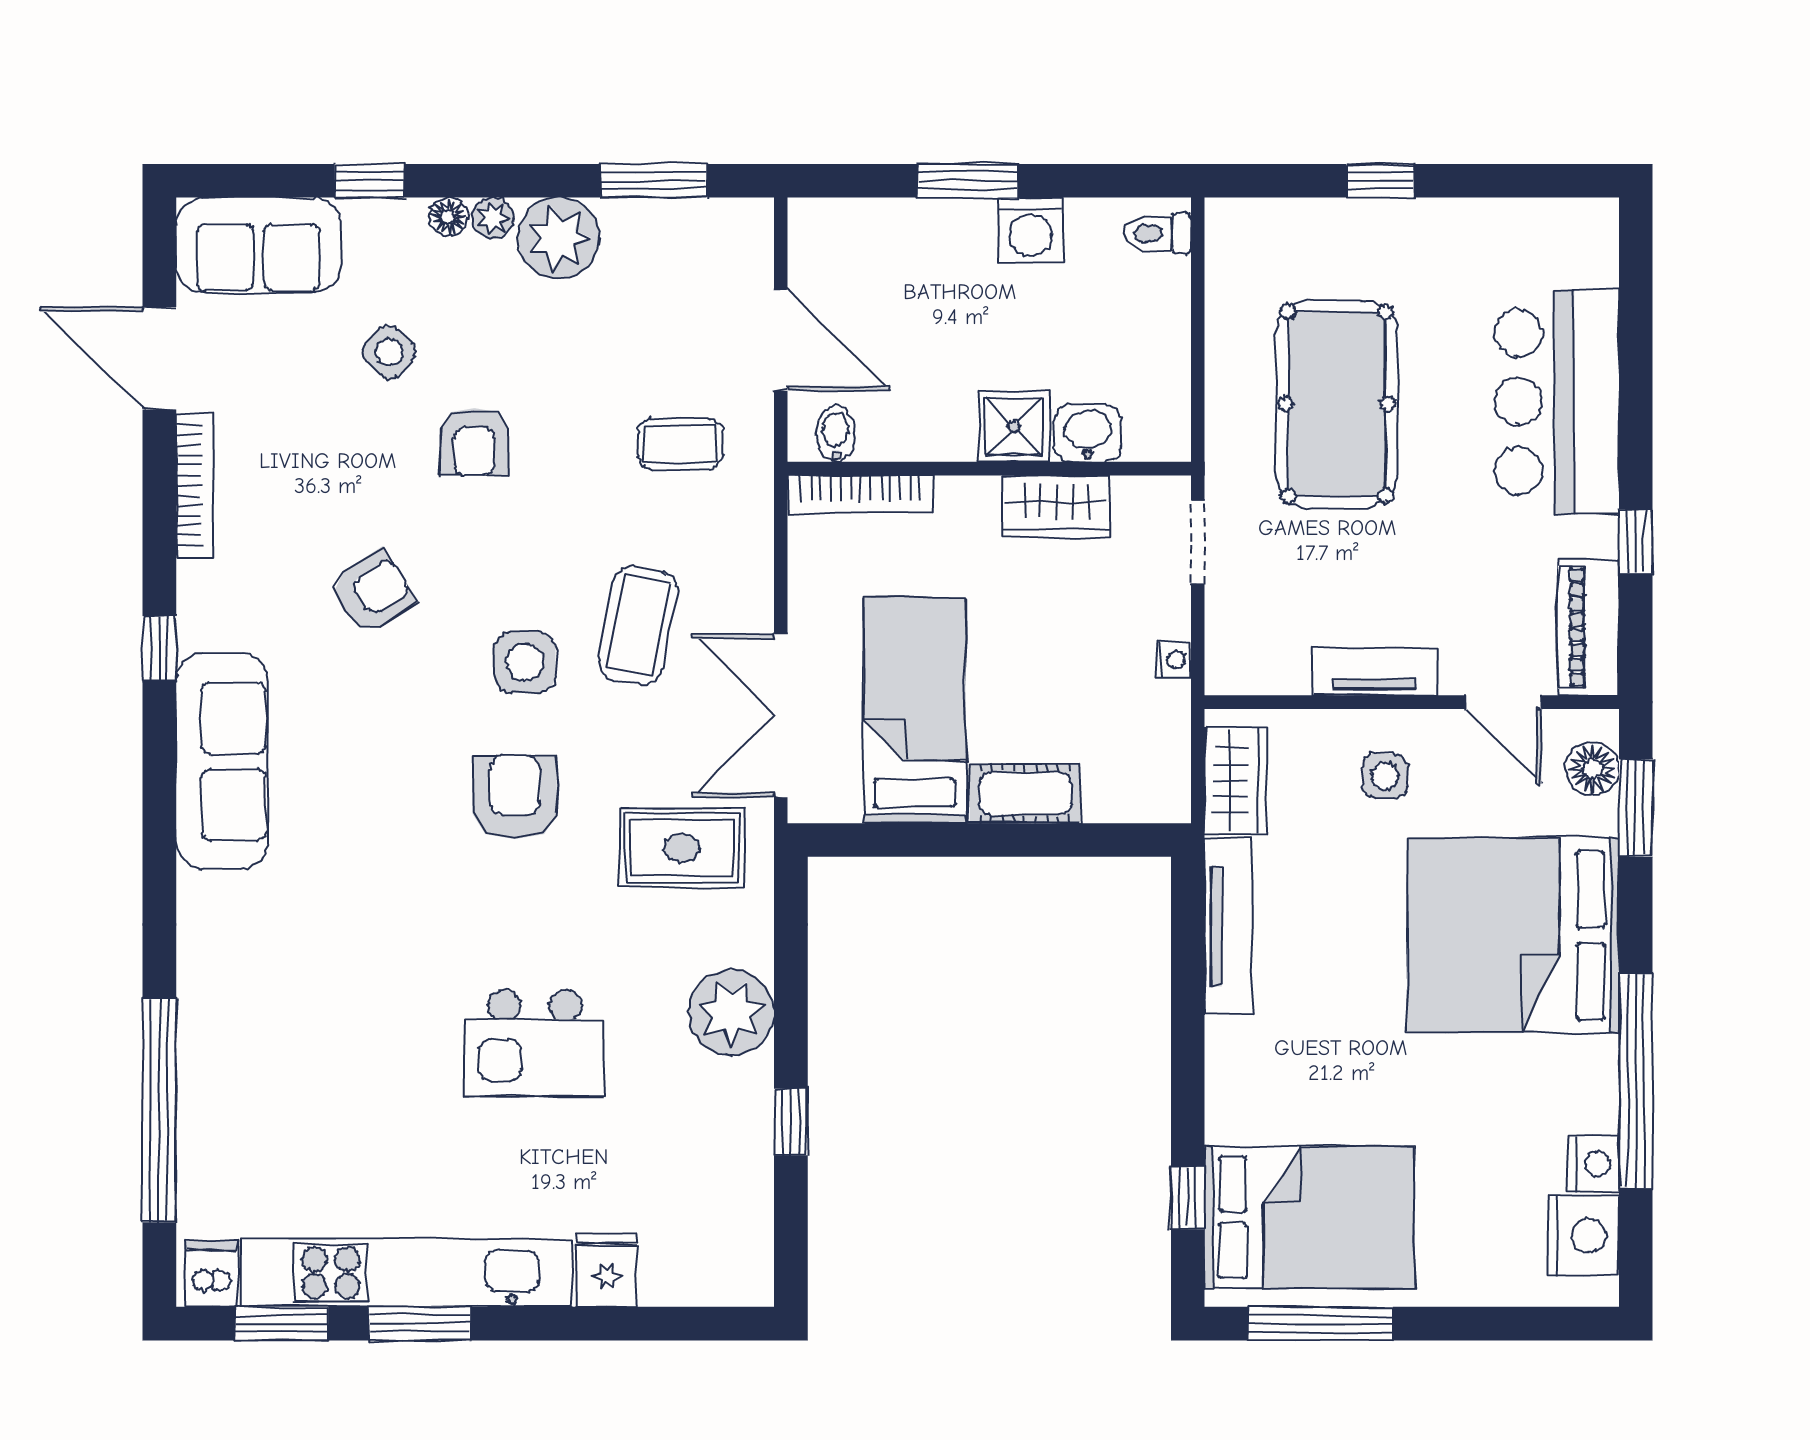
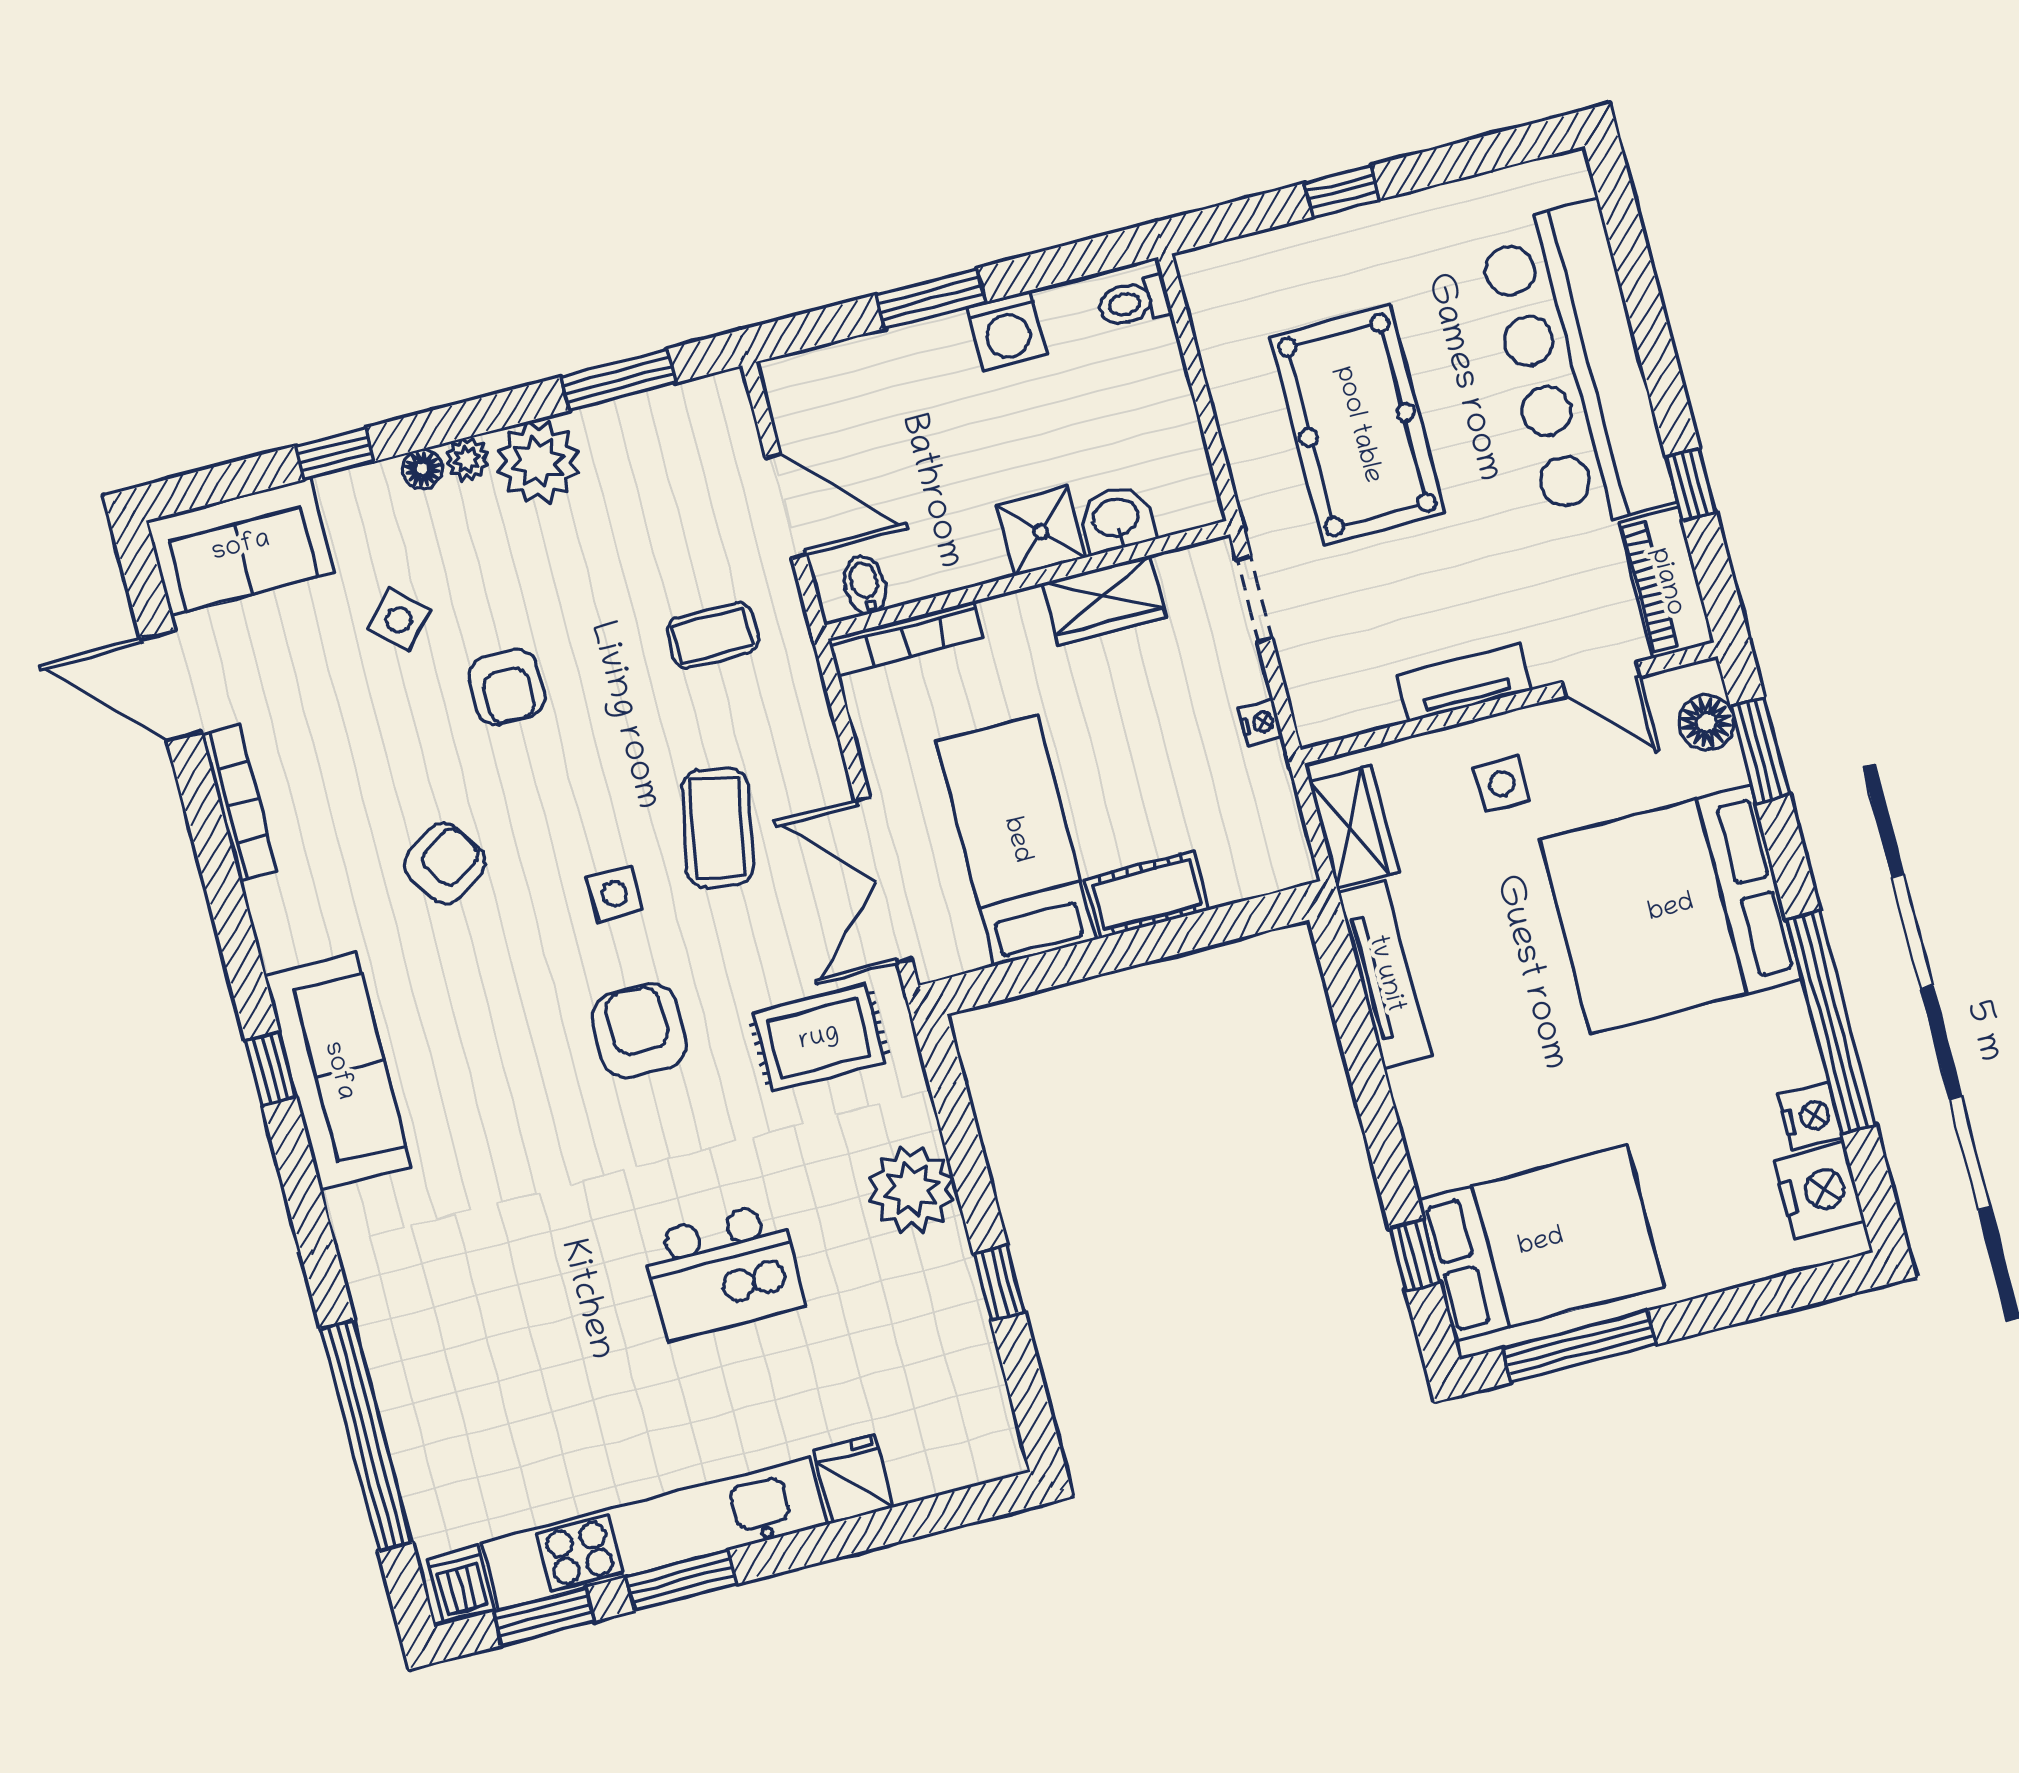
bar counter: (1557, 402) -> (1576, 366), width x1.36
window: (159, 648) -> (271, 1069), moved
side table: (525, 662) -> (614, 894), width x0.73, depth x0.73

